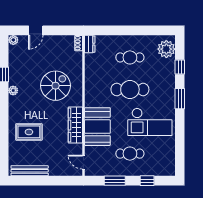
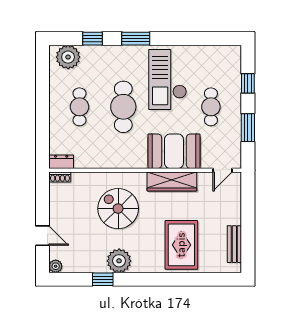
plant: (13, 90) -> (119, 261), width x1.88, depth x1.88
checkout: (150, 122) -> (168, 80), turned 180
rug: (29, 132) -> (181, 245), width x1.36, depth x1.43
bench: (30, 171) -> (234, 244), width x0.73

